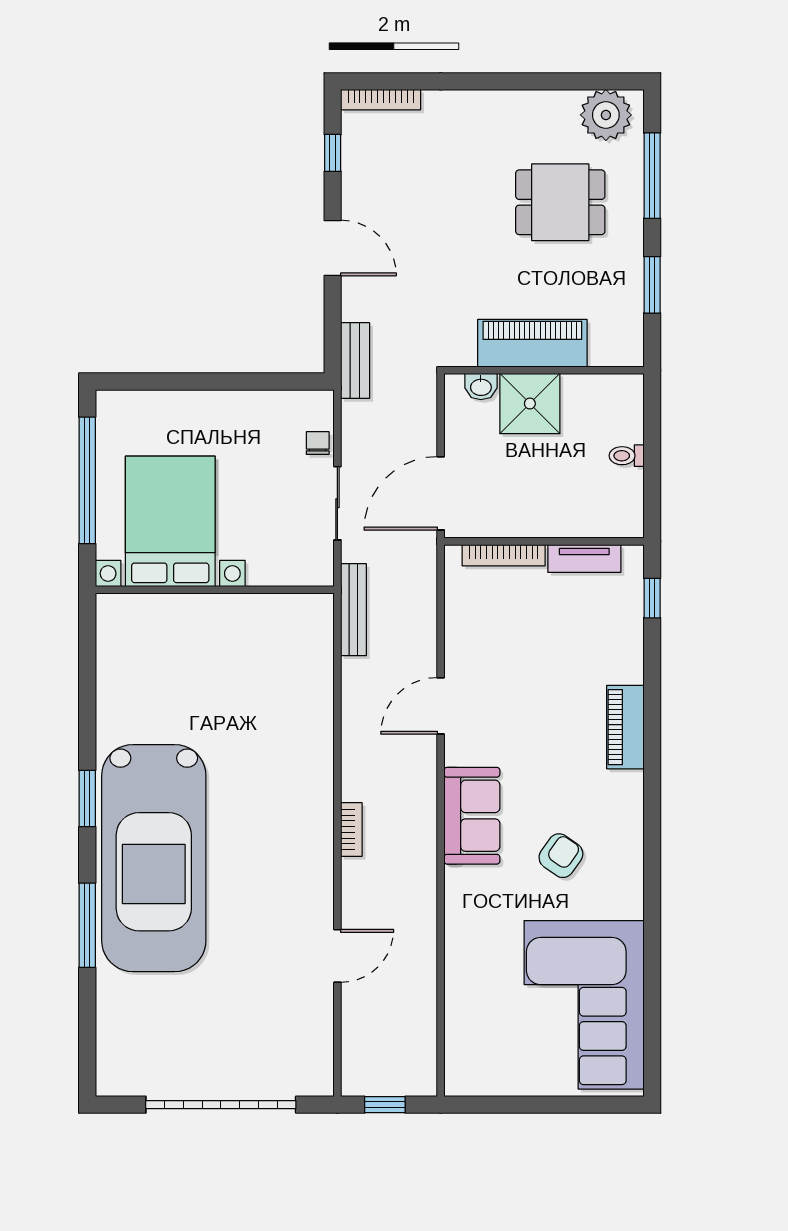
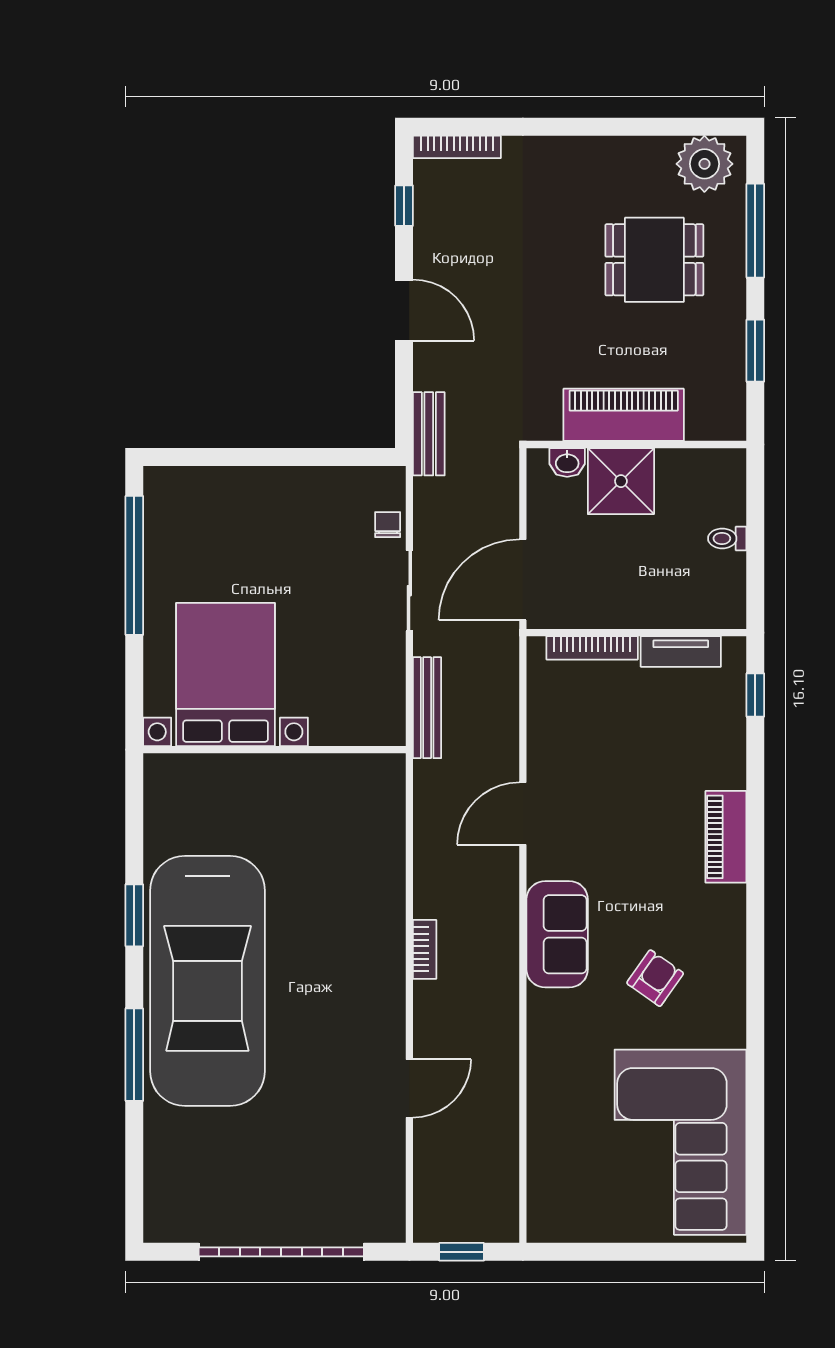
bed with nightstands: (170, 521) -> (226, 675), moved
wall: (215, 590) -> (274, 750), moved

